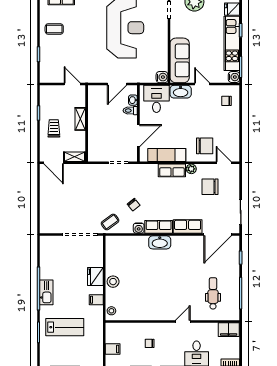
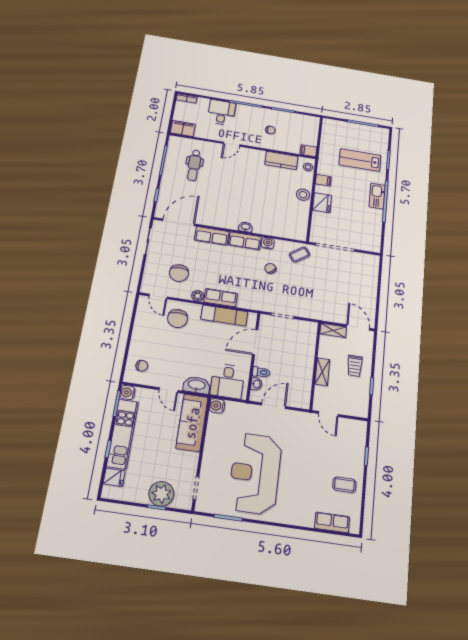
chair: (205, 146) -> (178, 319), turned -90
chair: (210, 187) -> (179, 273), turned 90
washbasin: (160, 242) -> (246, 227), width x0.52, depth x0.69
kitchen counter: (136, 313) -> (281, 160), added
filing cabinet: (113, 349) -> (309, 151), moved

